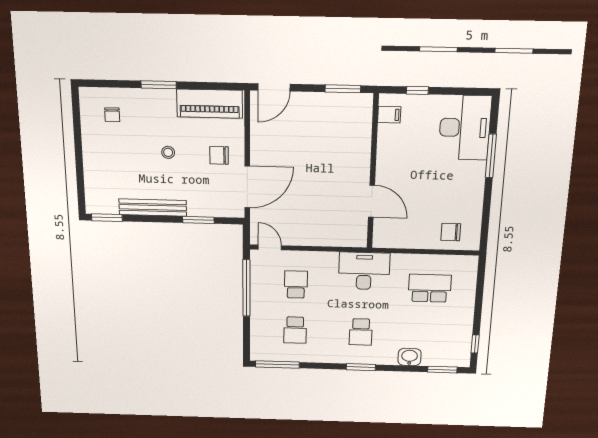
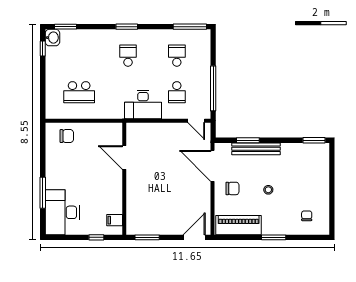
door: (247, 187) -> (213, 166), hinge flipped
bench: (153, 208) -> (256, 149), moved
desk: (364, 271) -> (143, 104), moved
washbasin: (409, 357) -> (52, 38), moved, turned -90

